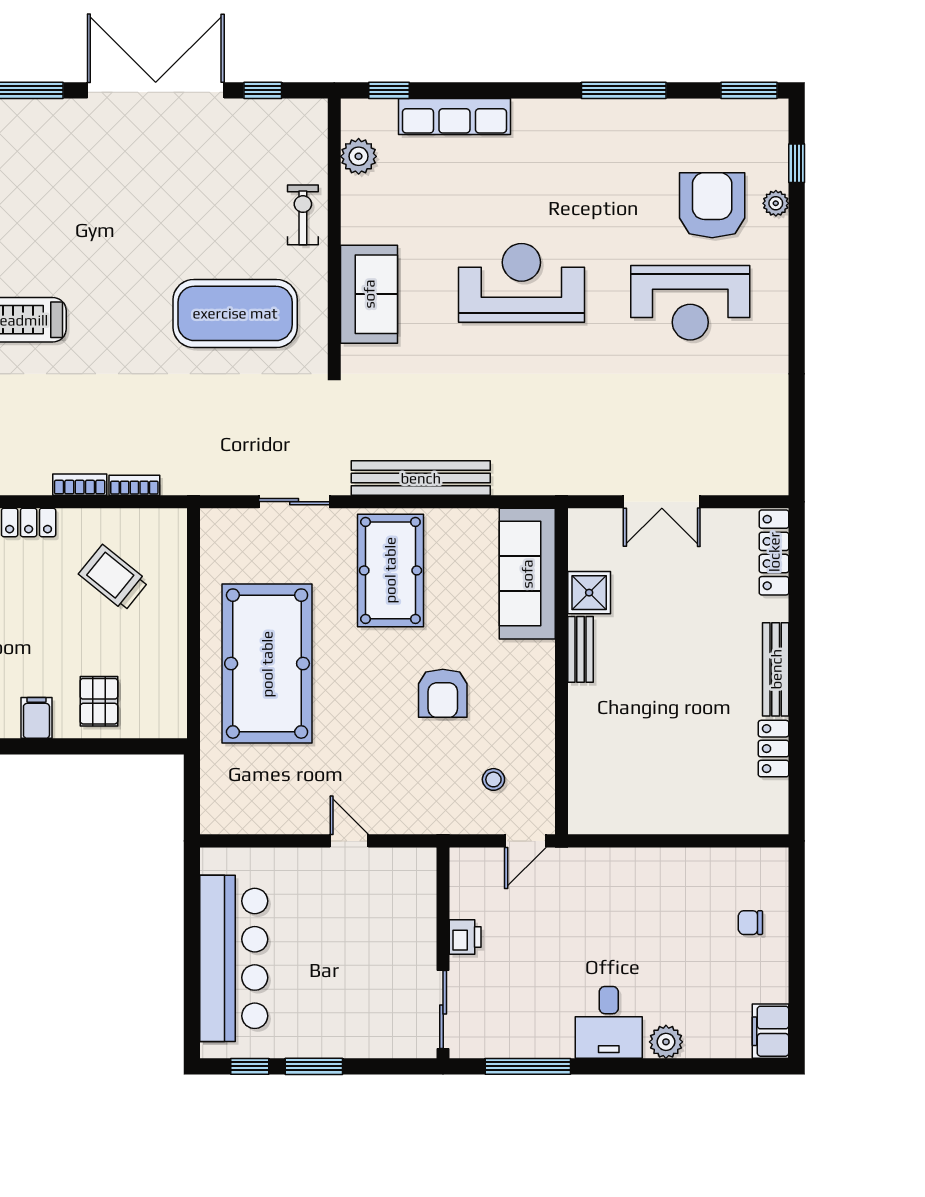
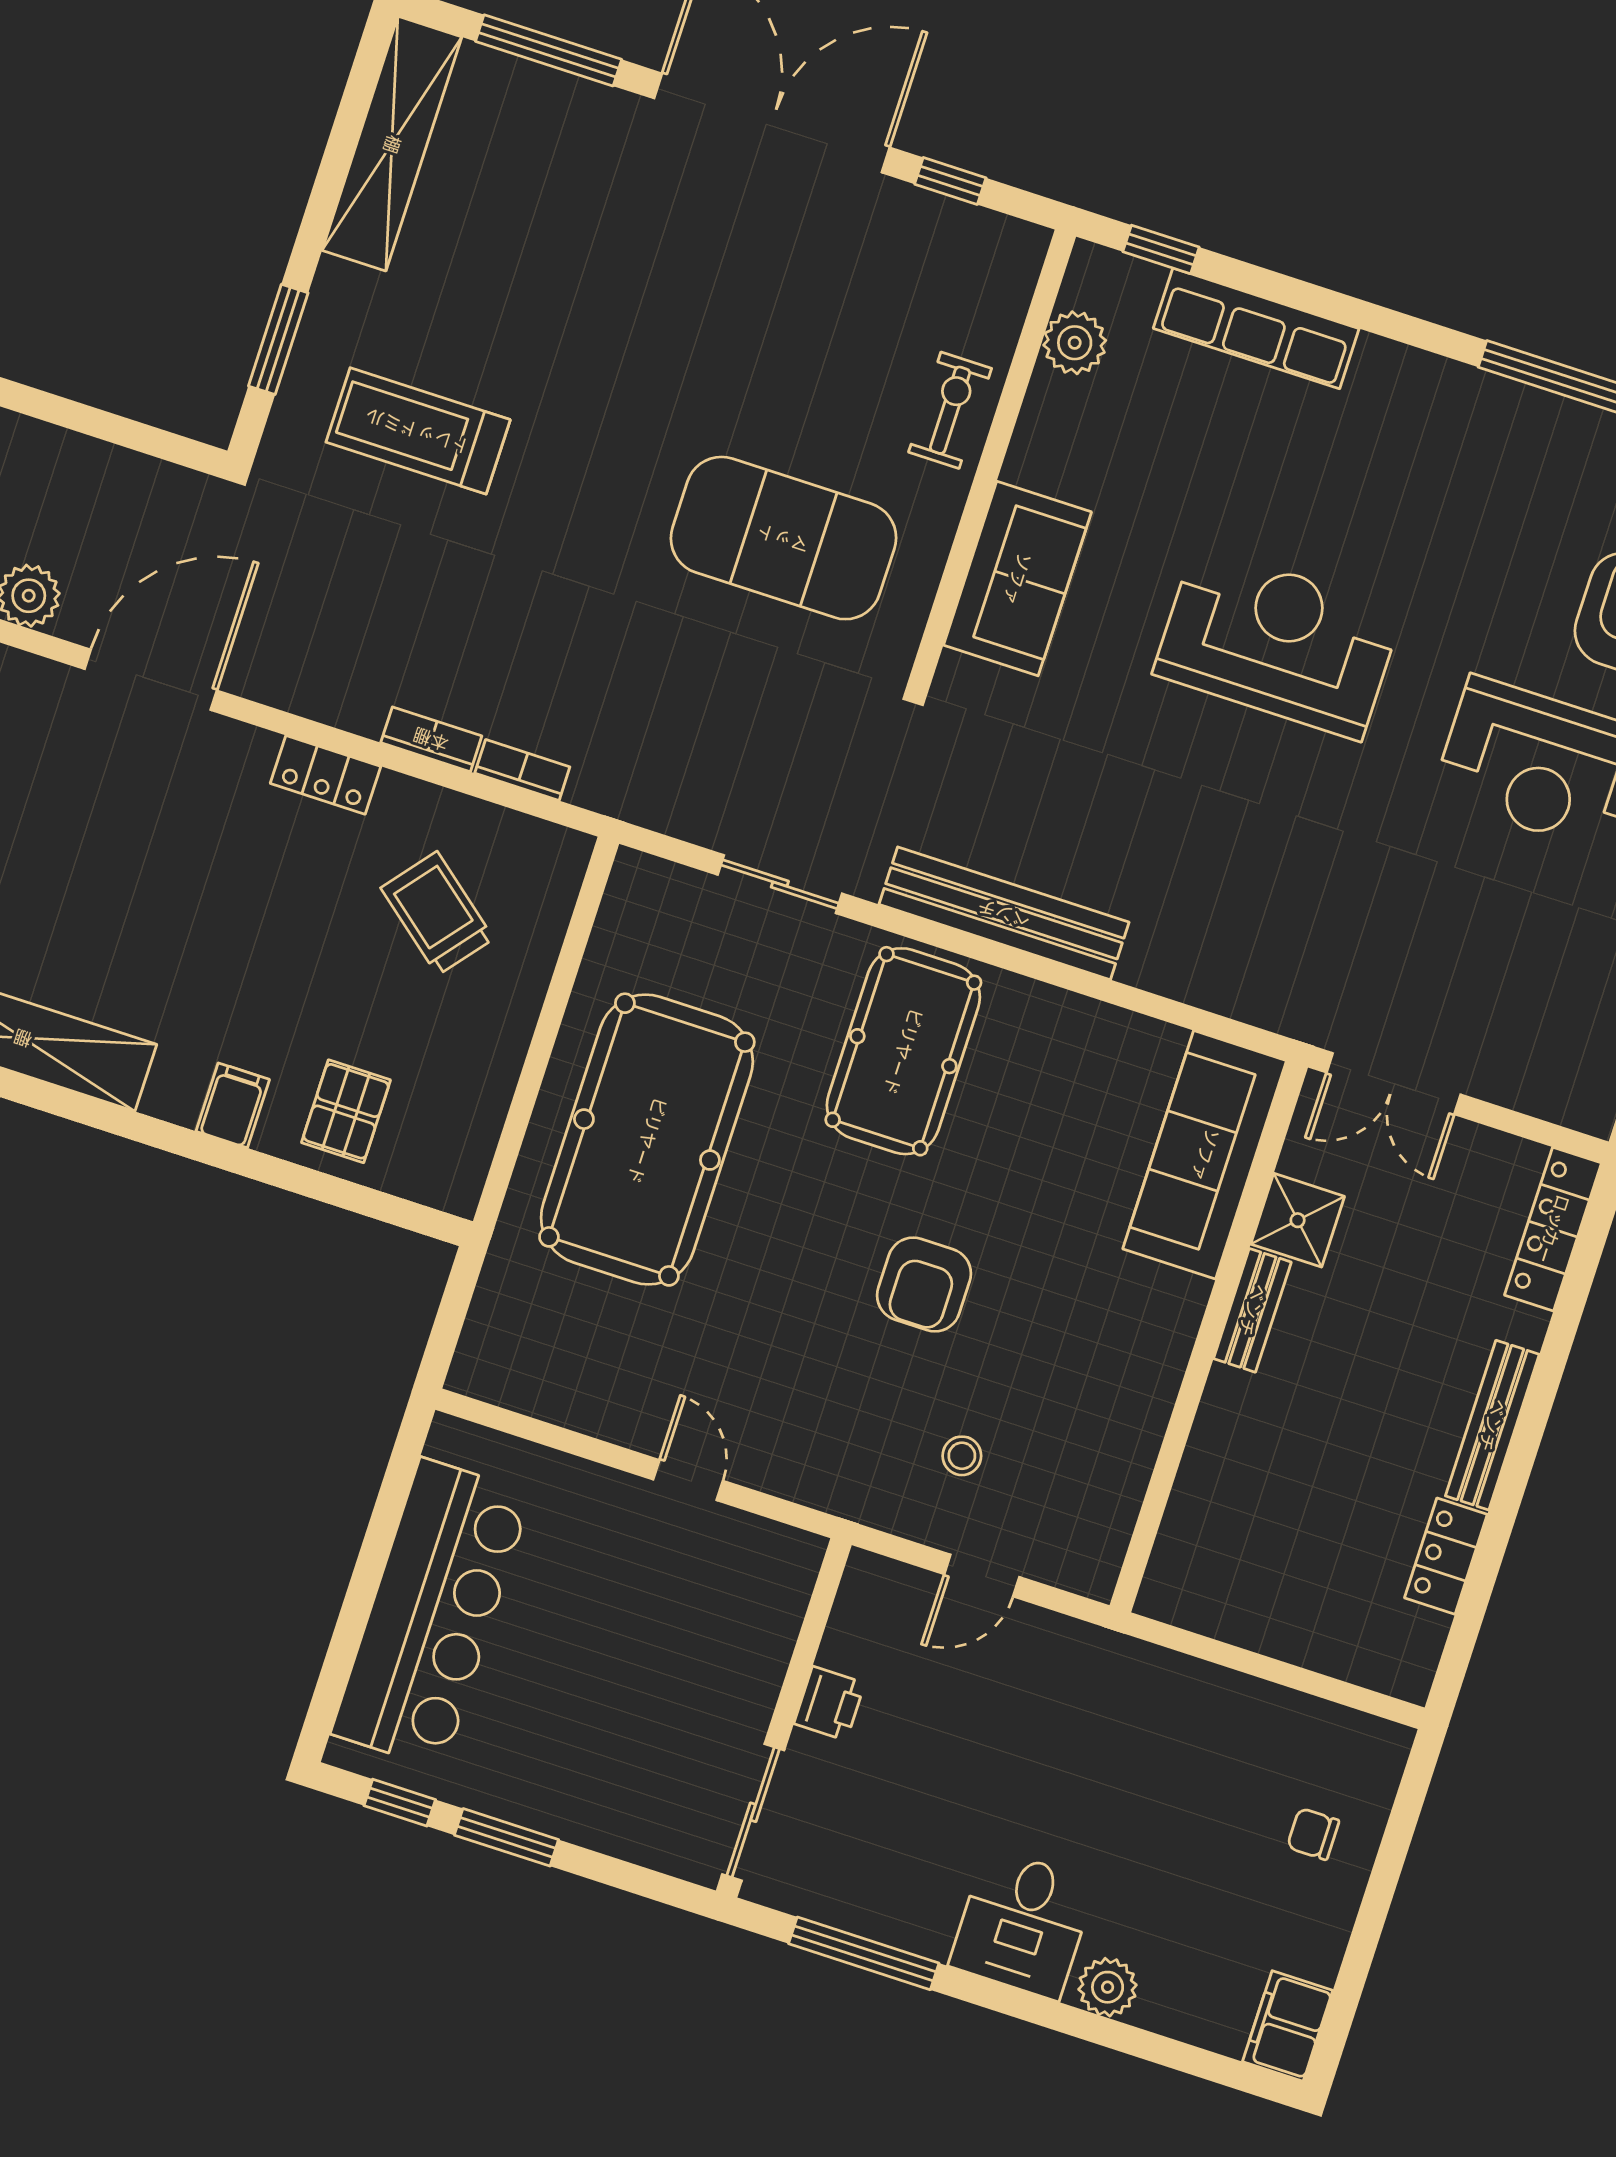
sofa: (527, 574) -> (1205, 1155), moved
shower: (589, 593) -> (1298, 1220), moved
bench: (580, 649) -> (1252, 1310), moved
wall: (561, 671) -> (1209, 1336), moved

